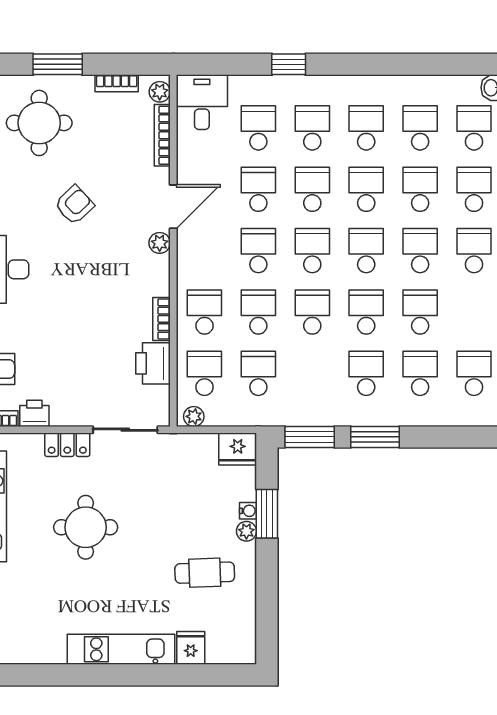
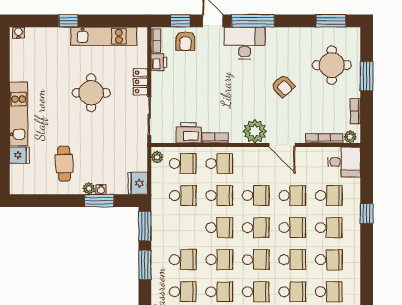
plant: (160, 243) -> (255, 131), width x1.87, depth x1.87

